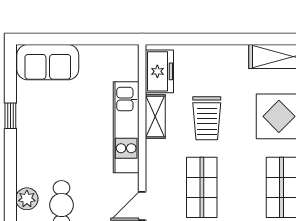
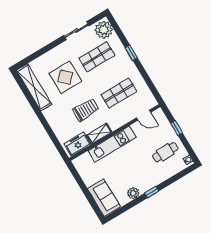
window: (10, 116) -> (152, 192), moved
plant: (27, 199) -> (133, 193), moved

